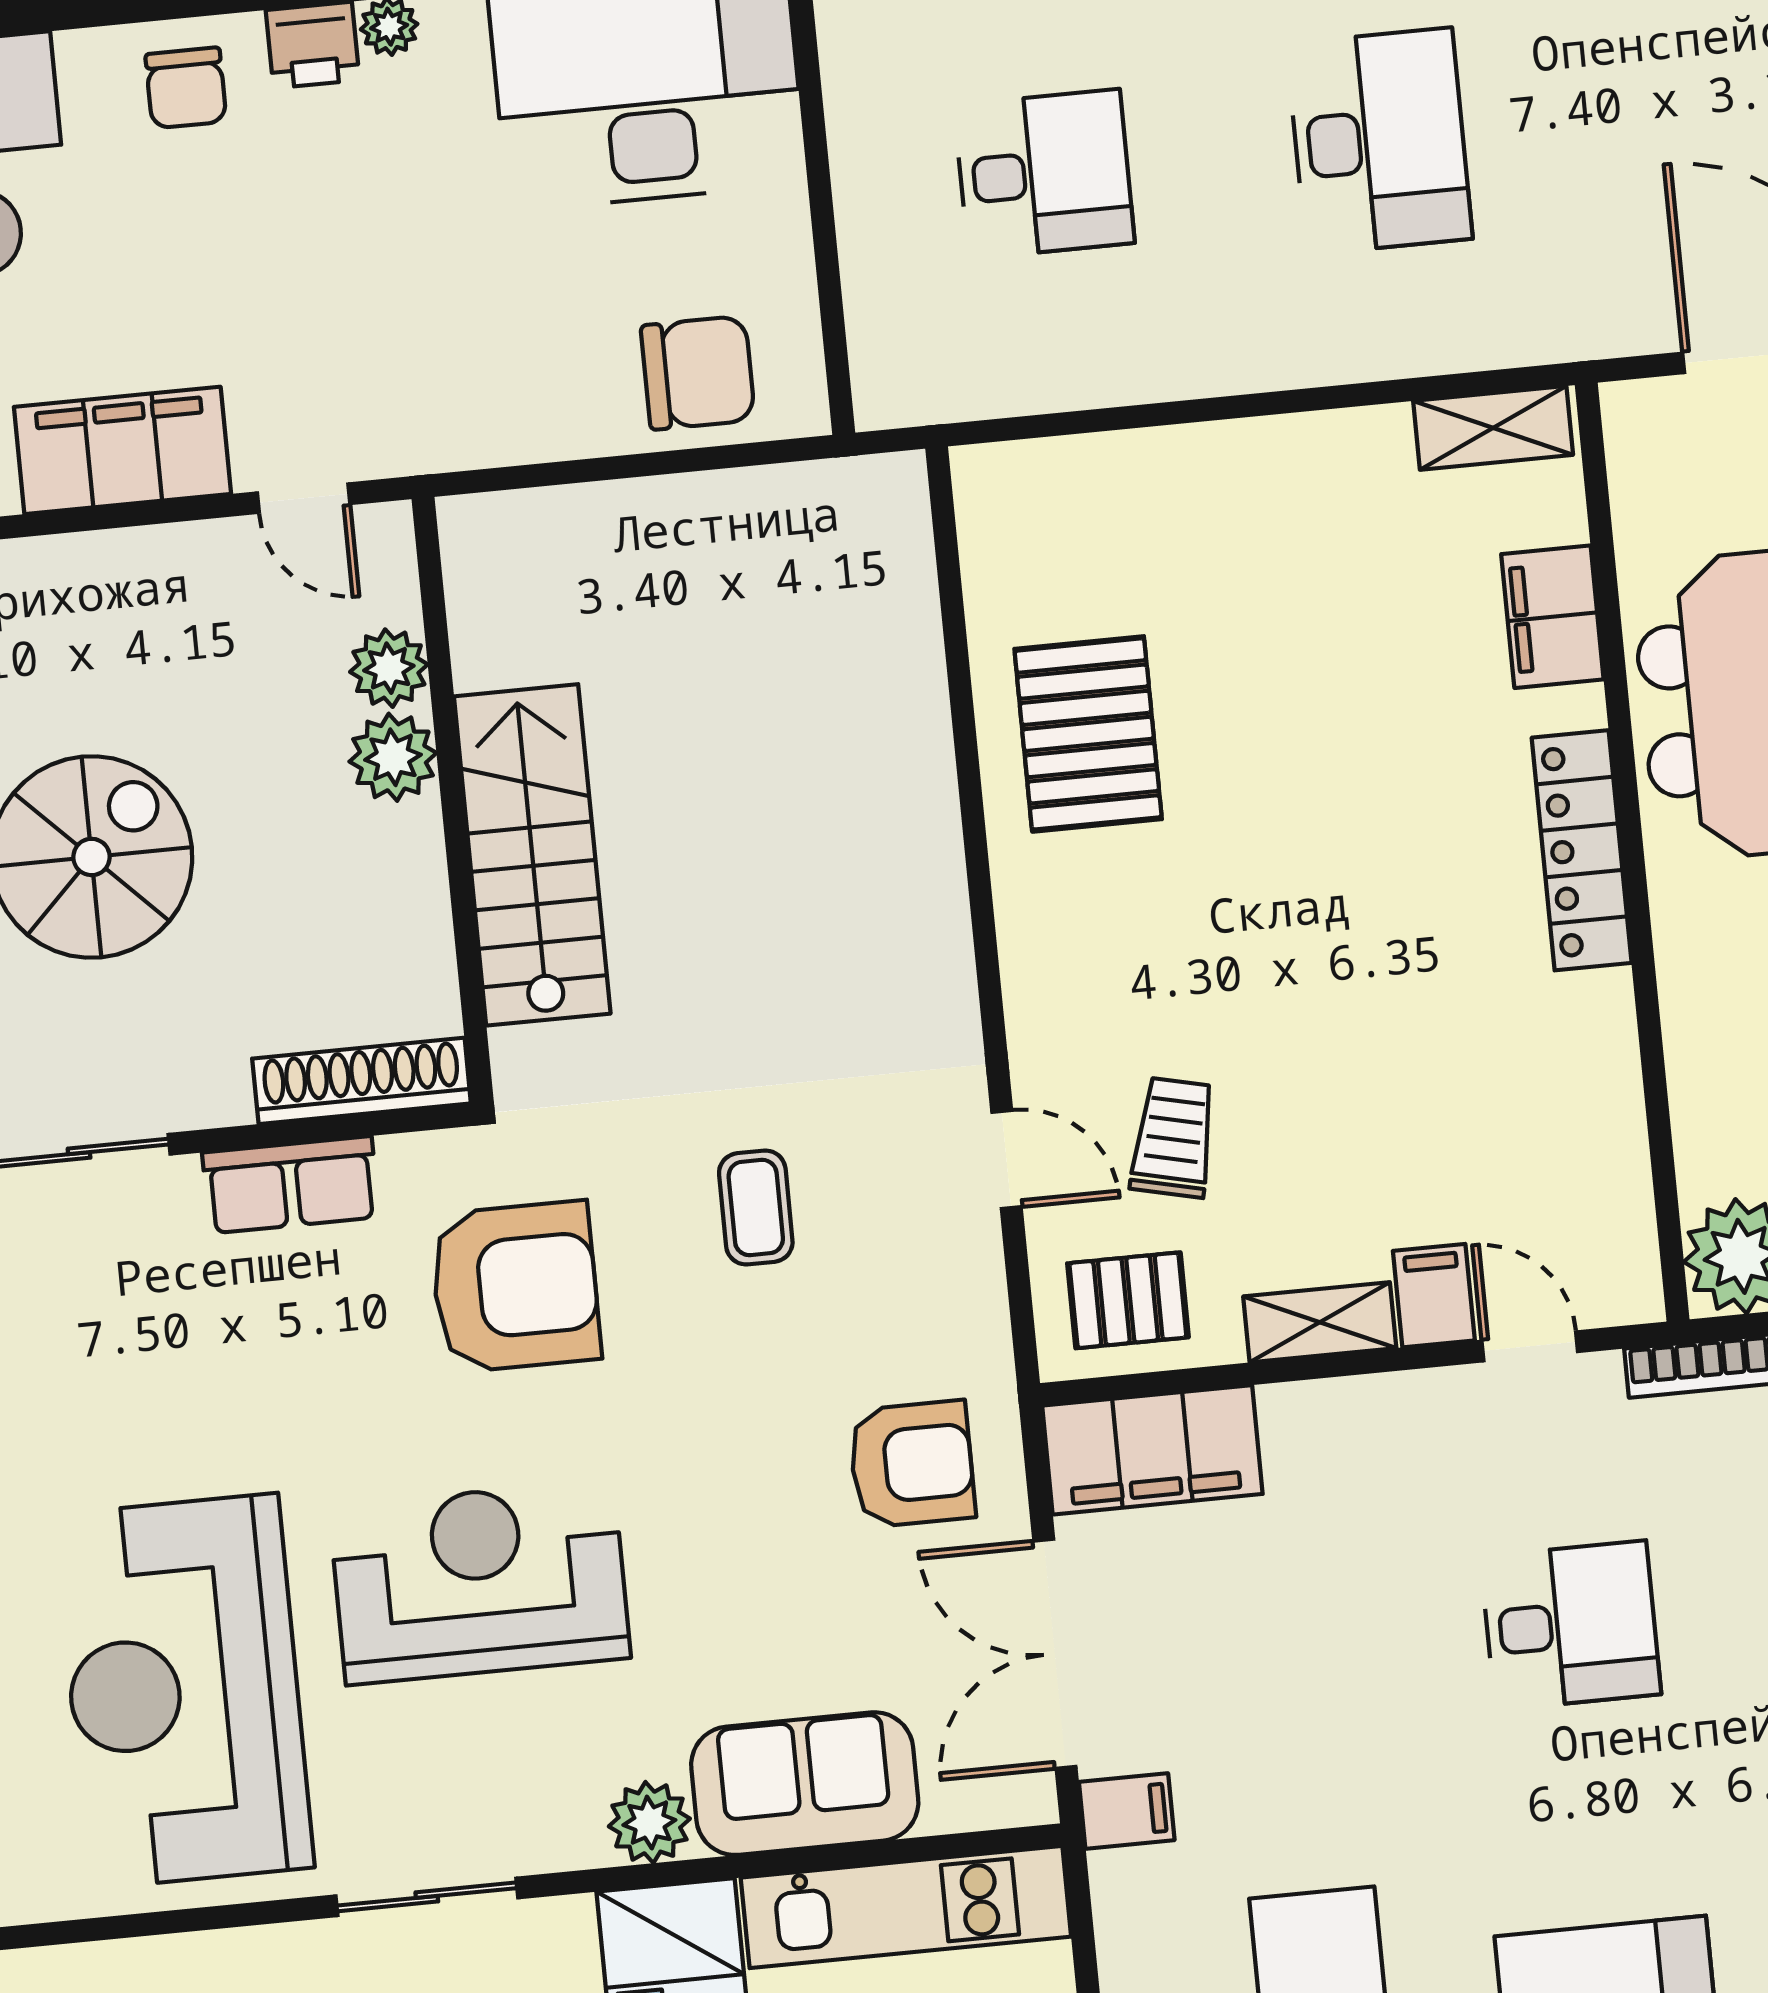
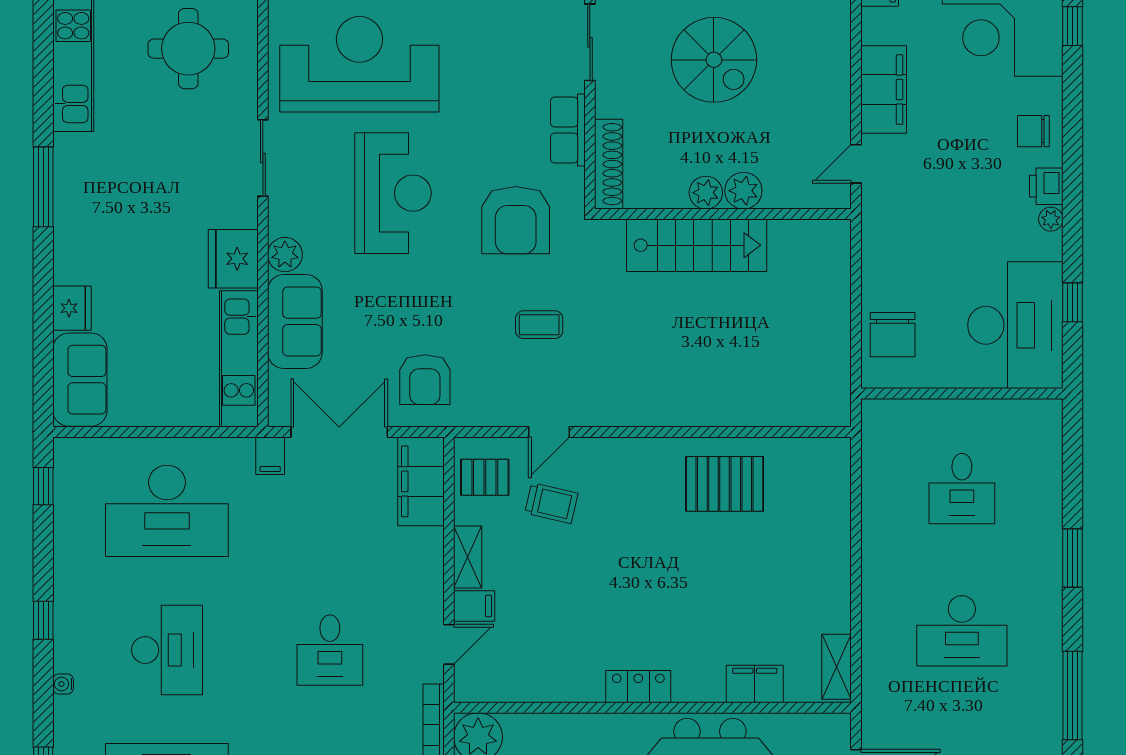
plant: (389, 668) -> (706, 193), moved
locker: (1582, 850) -> (638, 687), width x0.66
pallet: (1128, 1300) -> (485, 477), turned 90

